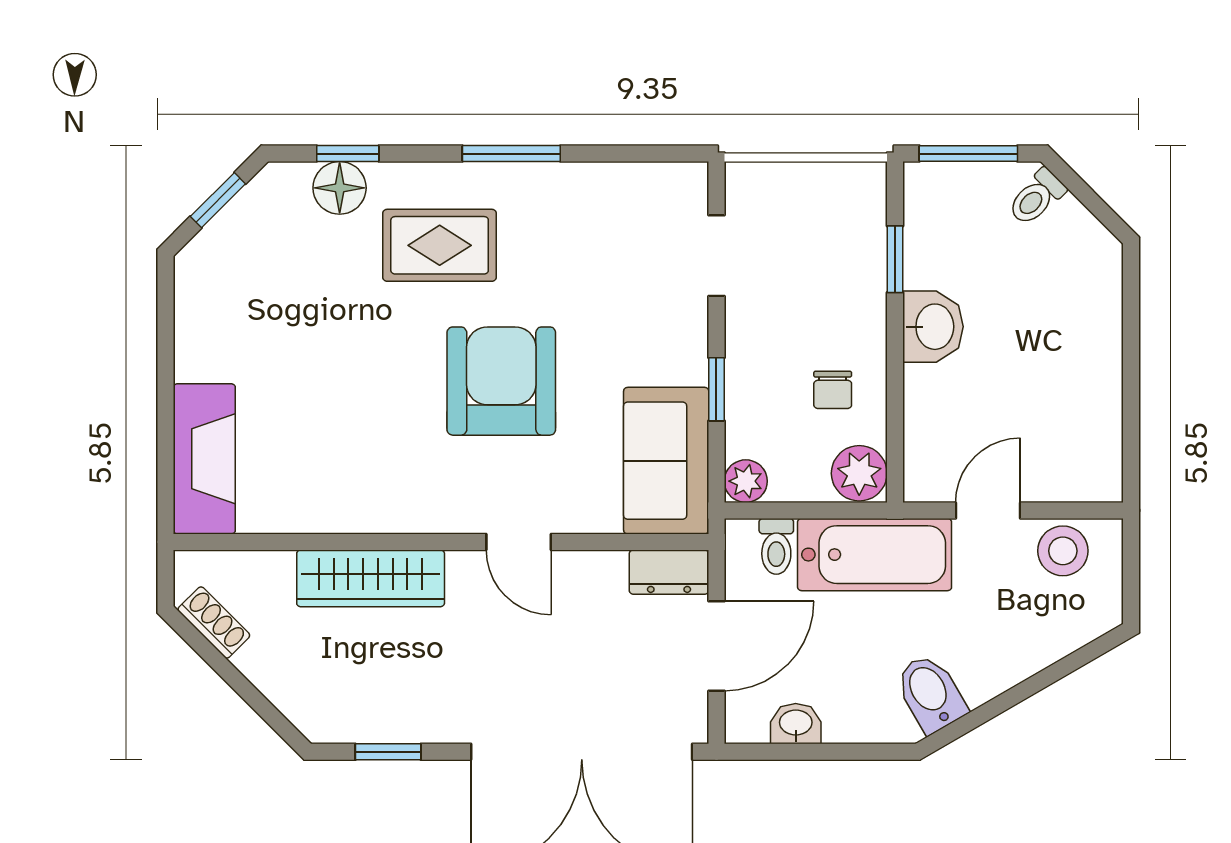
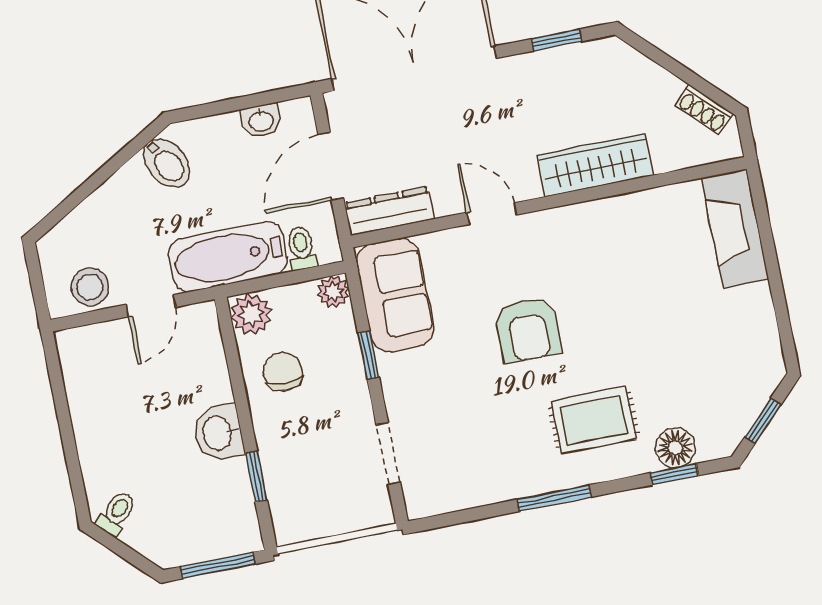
toilet: (1037, 197) -> (116, 513), moved
armchair: (501, 381) -> (528, 329), width x0.73, depth x0.73
chair: (833, 390) -> (283, 372), width x1.37, depth x1.37
dresser: (669, 572) -> (389, 211), width x1.44

